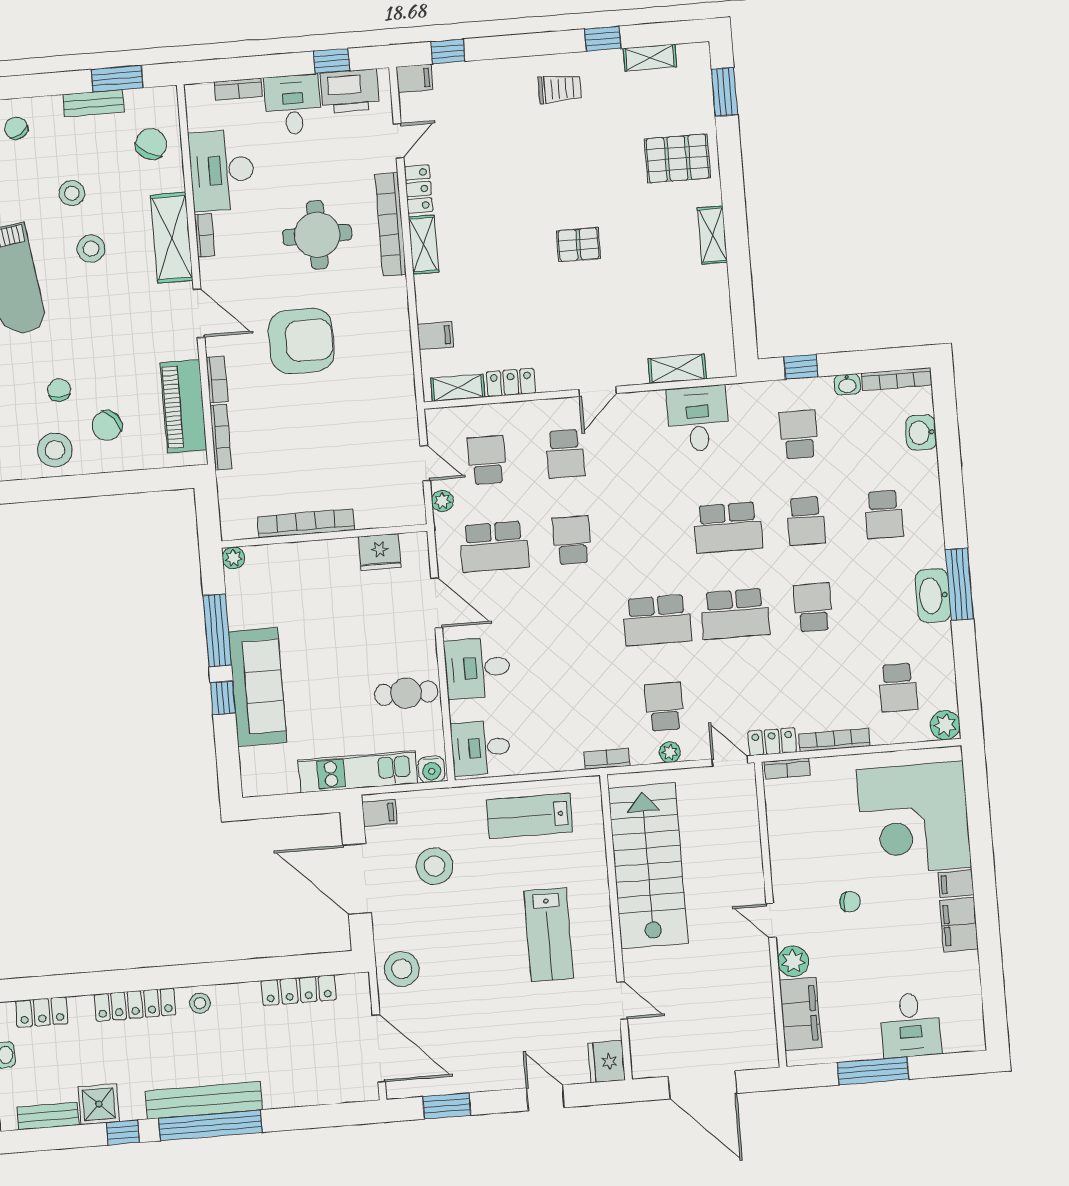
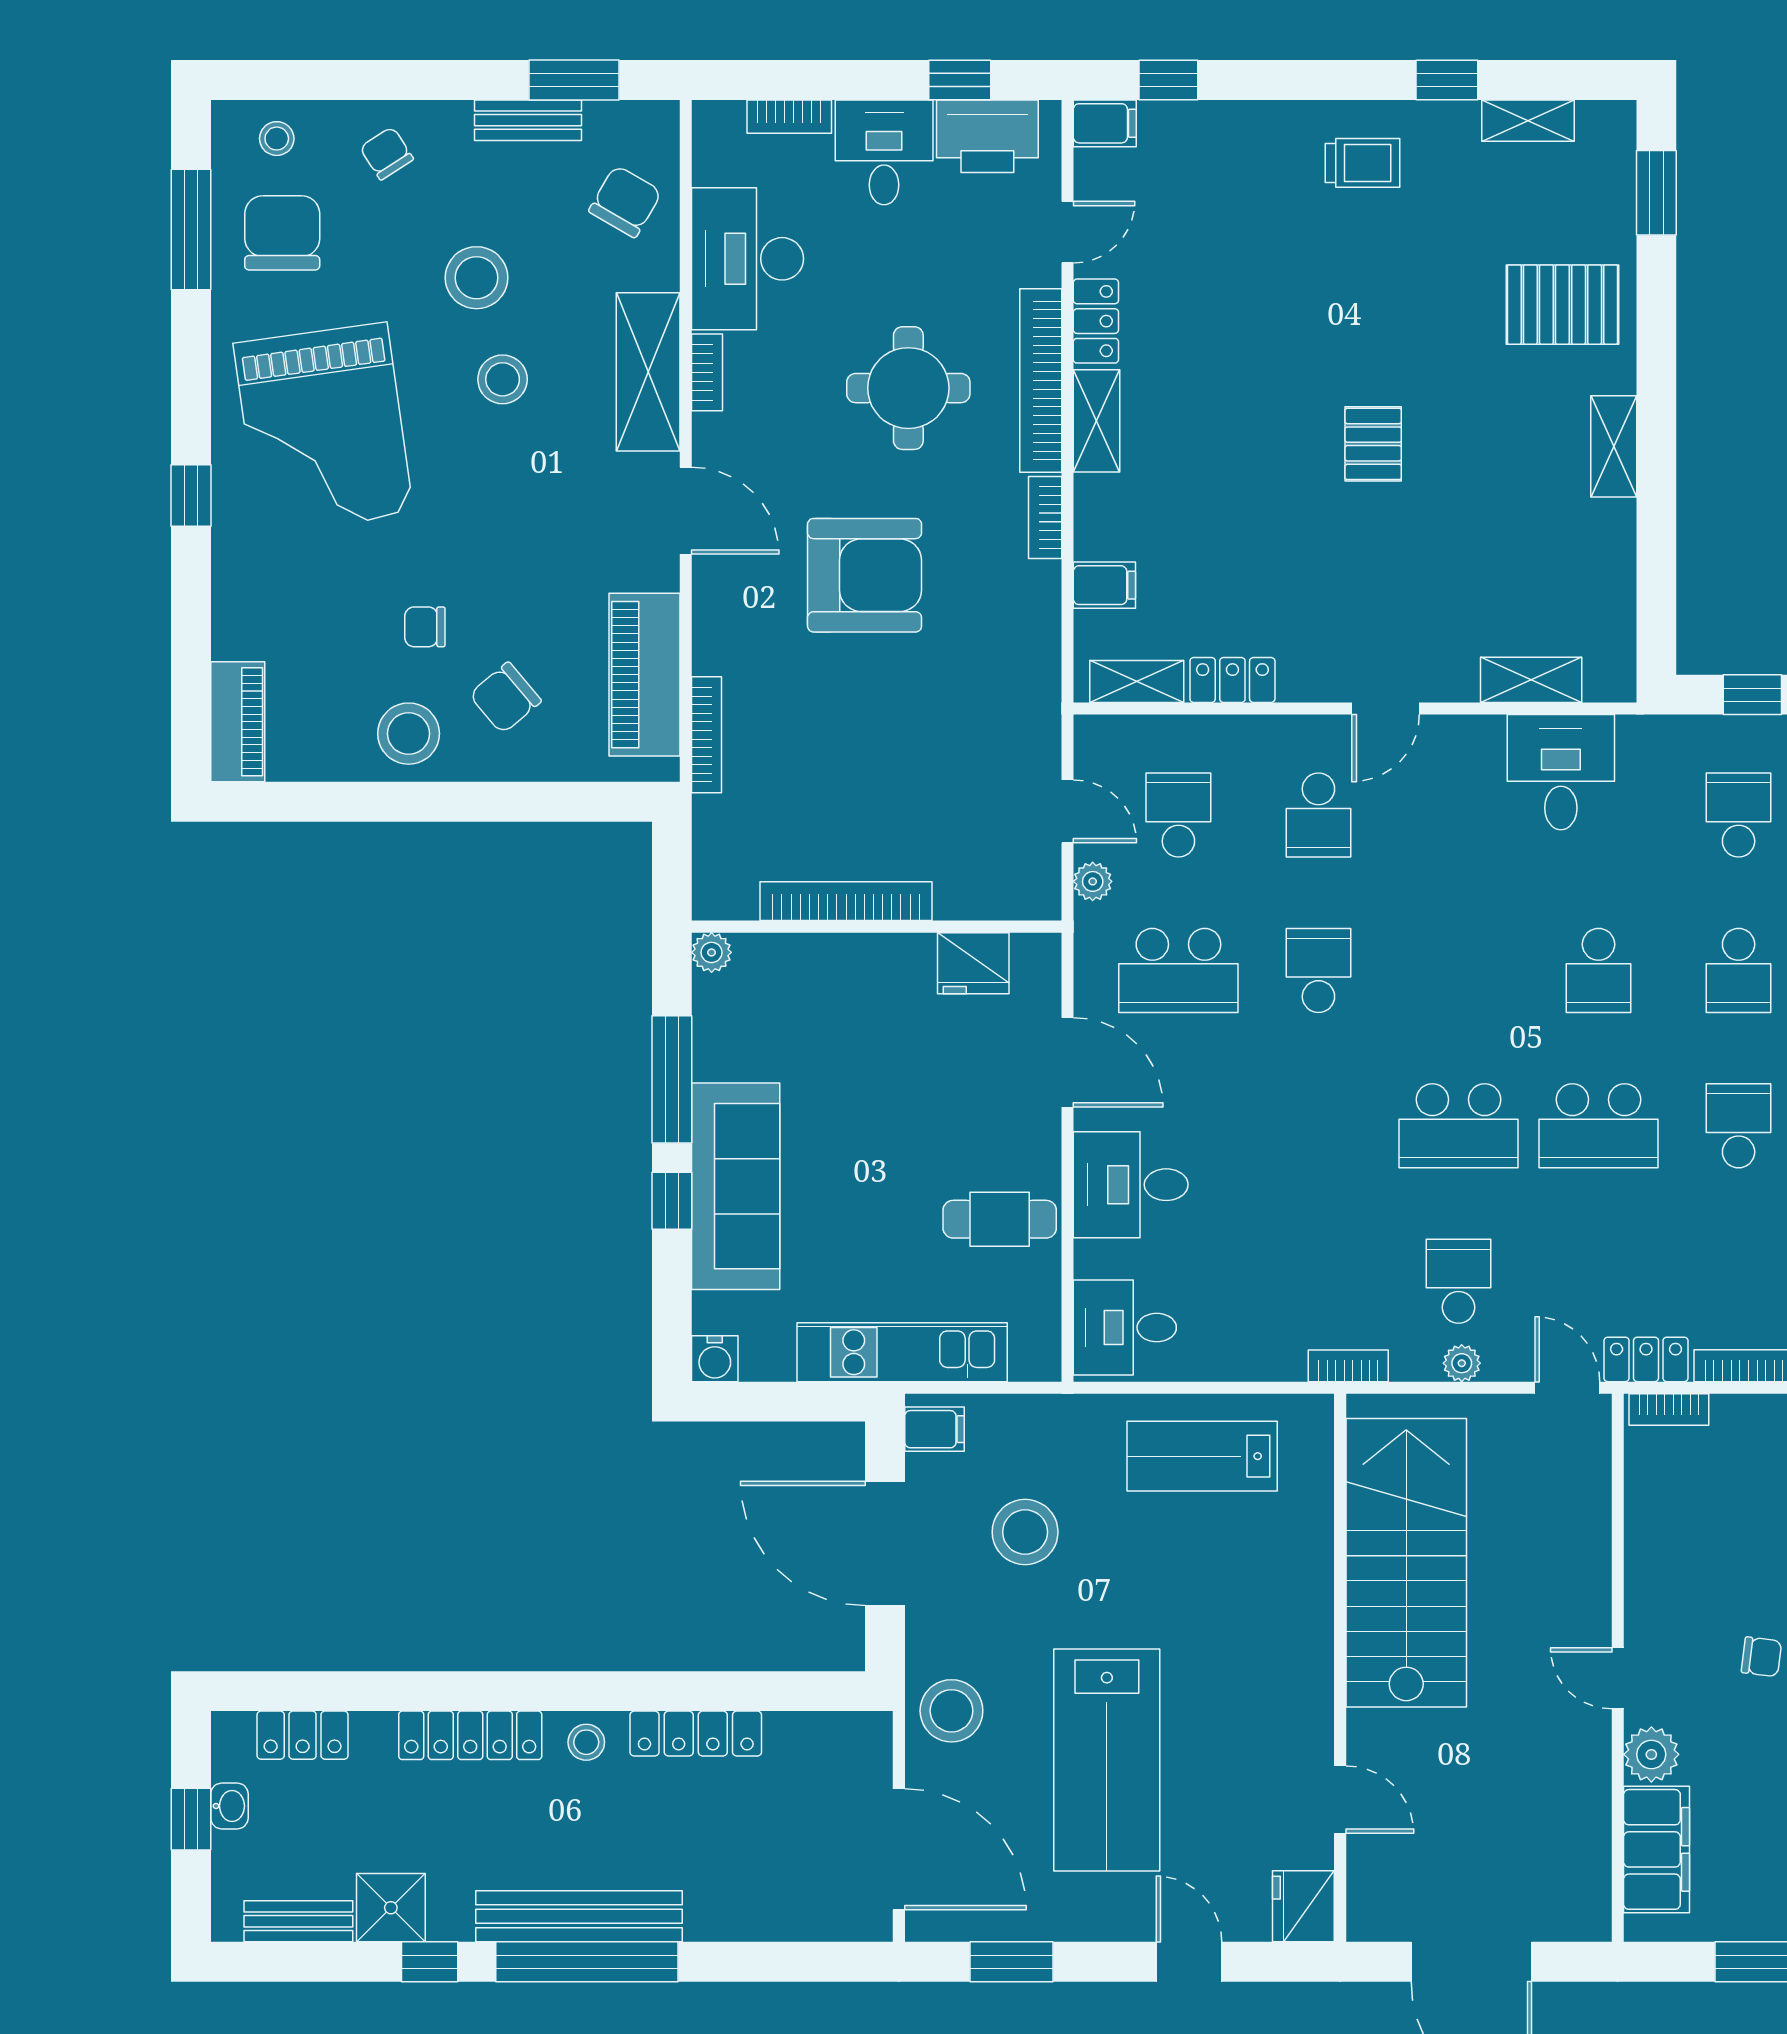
stool: (72, 193) -> (477, 278), width x1.38, depth x1.38
pallet: (578, 245) -> (1373, 444), turned 90
bookcase: (217, 379) -> (1045, 518), moved, turned 180
chair: (59, 390) -> (425, 627), turned -90
school desk: (728, 527) -> (1599, 970), width x0.54
water cooler: (432, 769) -> (715, 1359), moved
lab bench: (549, 935) -> (1107, 1760), moved, width x1.36, depth x1.39
locker: (299, 990) -> (696, 1734), moved

